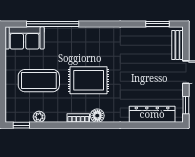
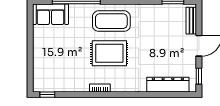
coffee table: (39, 81) -> (111, 21), moved
floor lamp: (97, 116) -> (117, 86), removed
plant: (39, 117) -> (64, 87), removed

